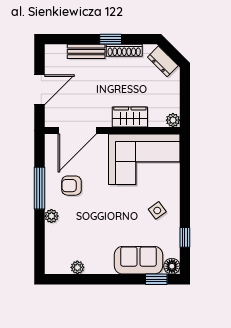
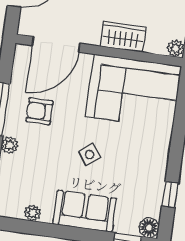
side table: (157, 210) -> (90, 155), moved
sofa: (138, 260) -> (85, 211), moved

